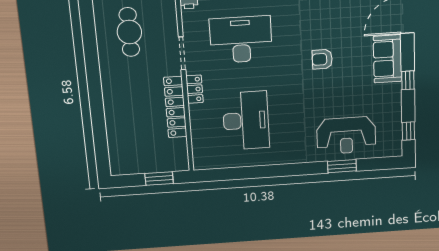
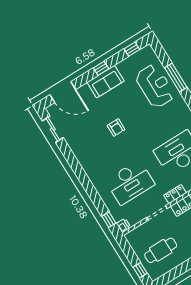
desk: (241, 40) -> (130, 182), turned -90
sofa: (388, 59) -> (106, 82), moved
window: (342, 166) -> (176, 77), width x1.44

